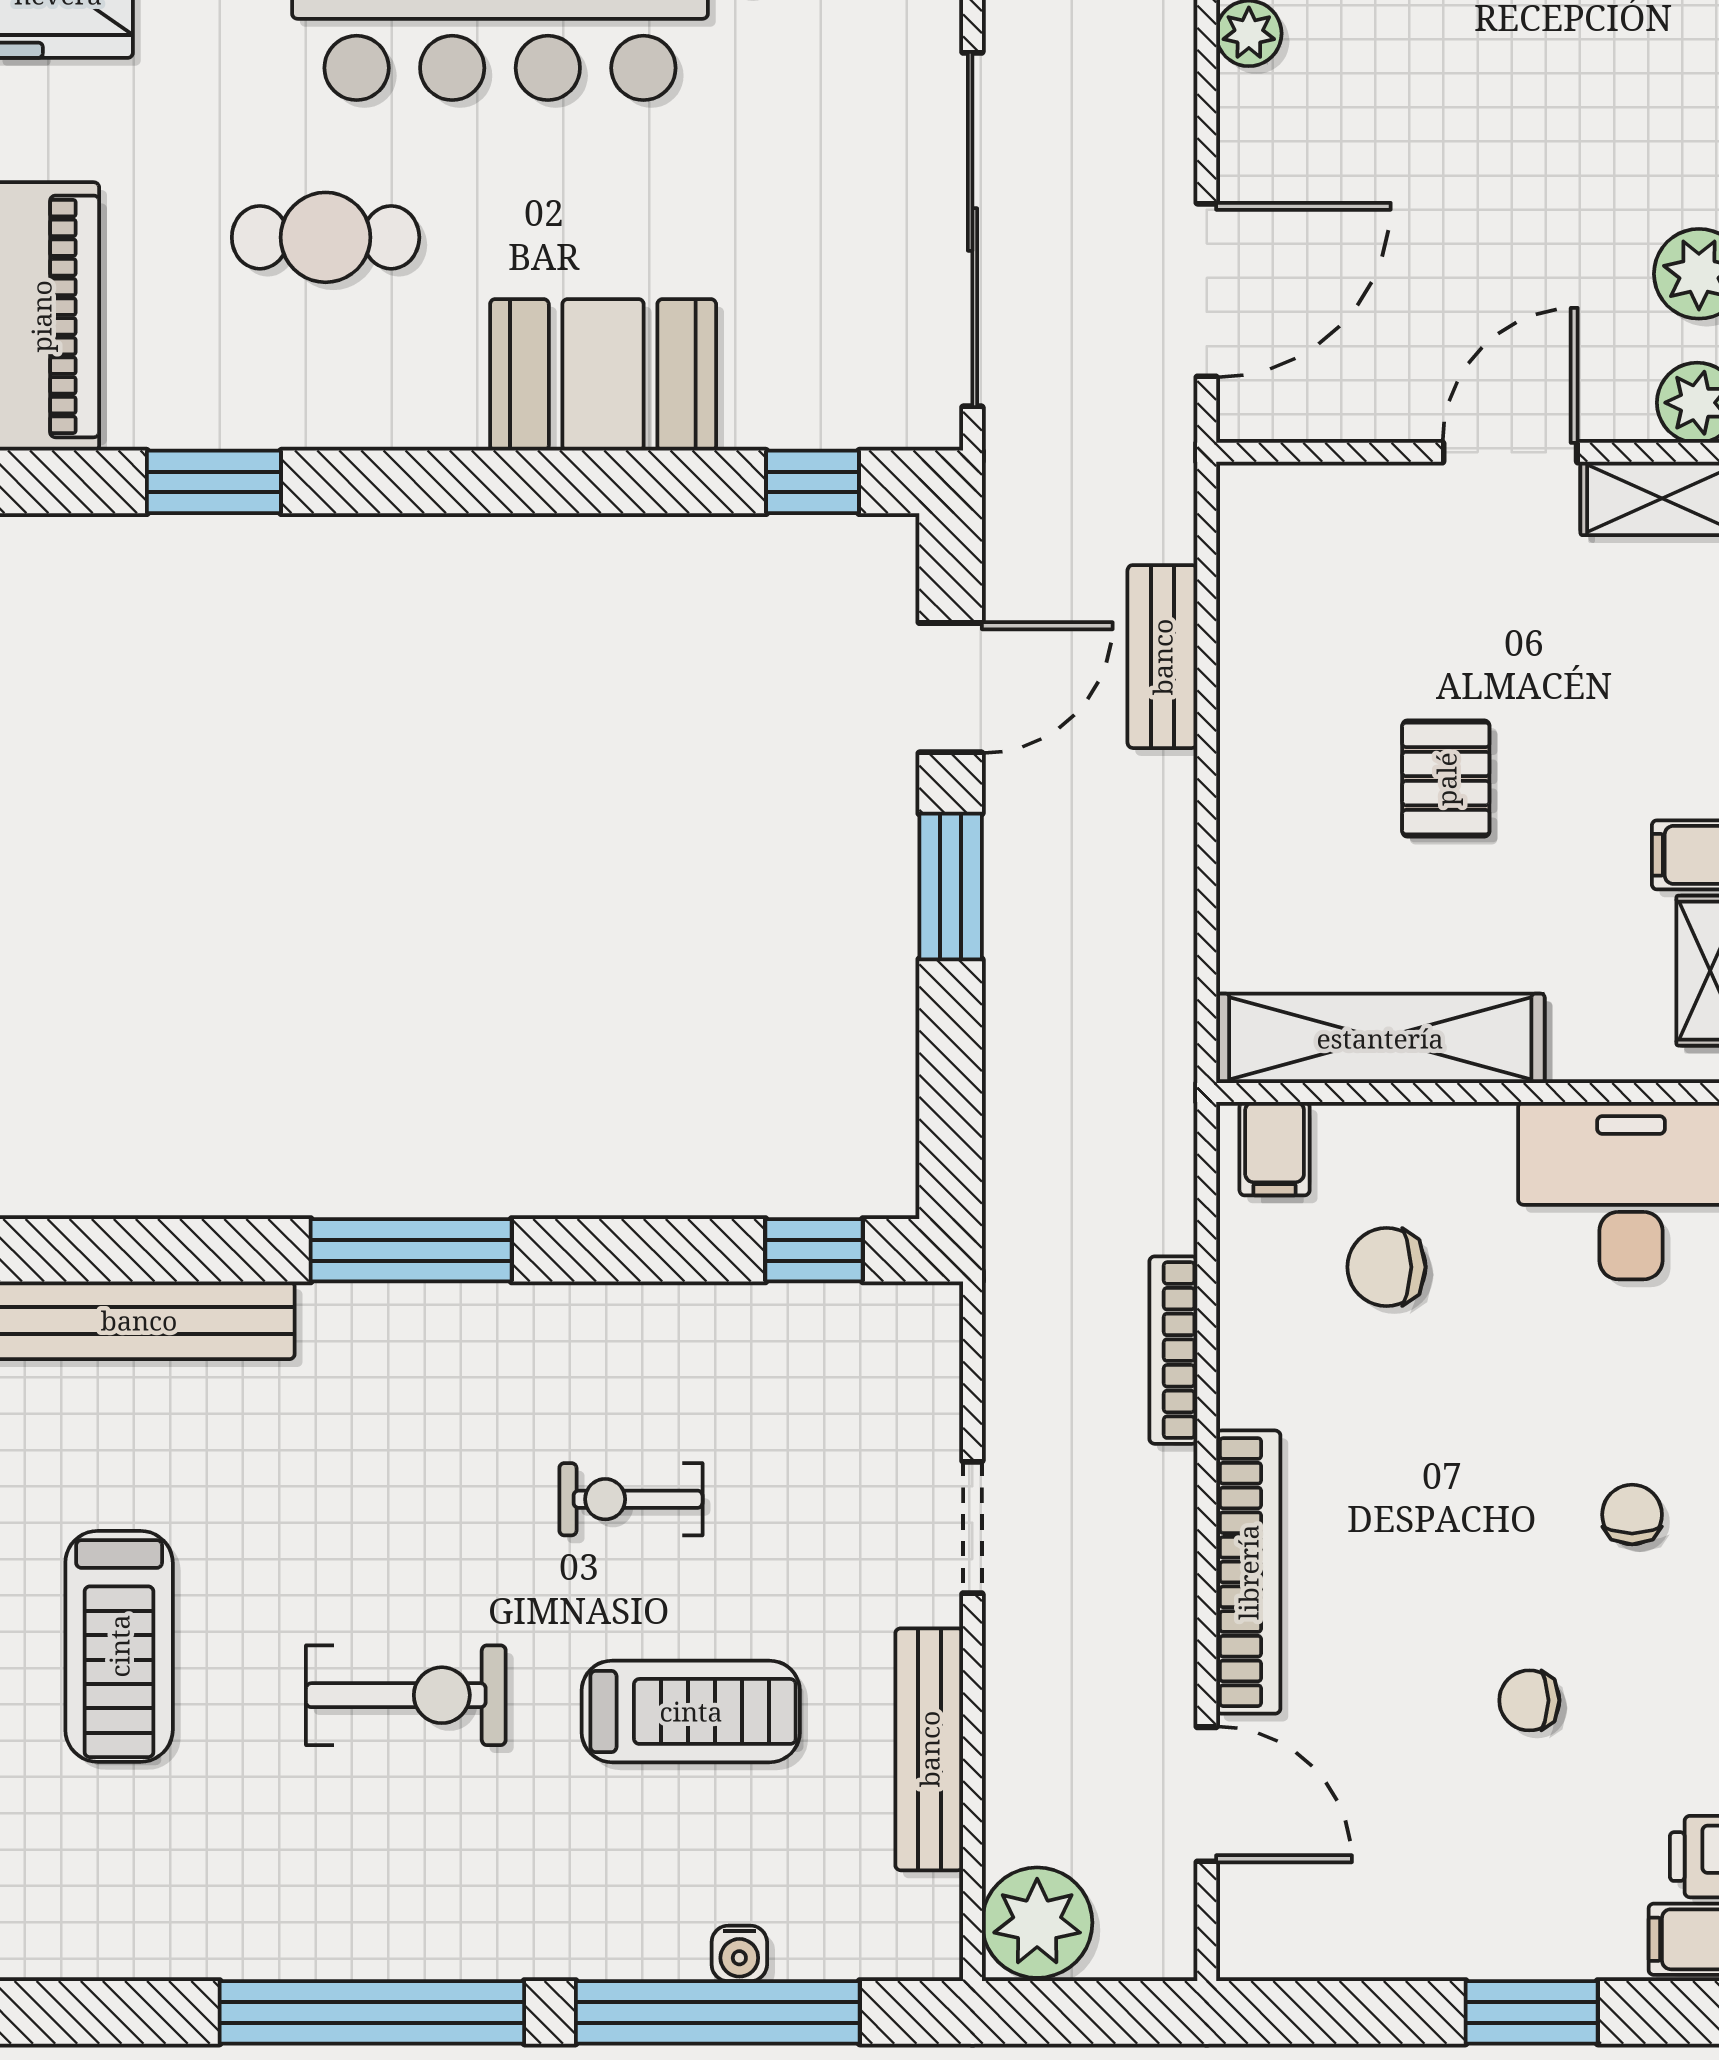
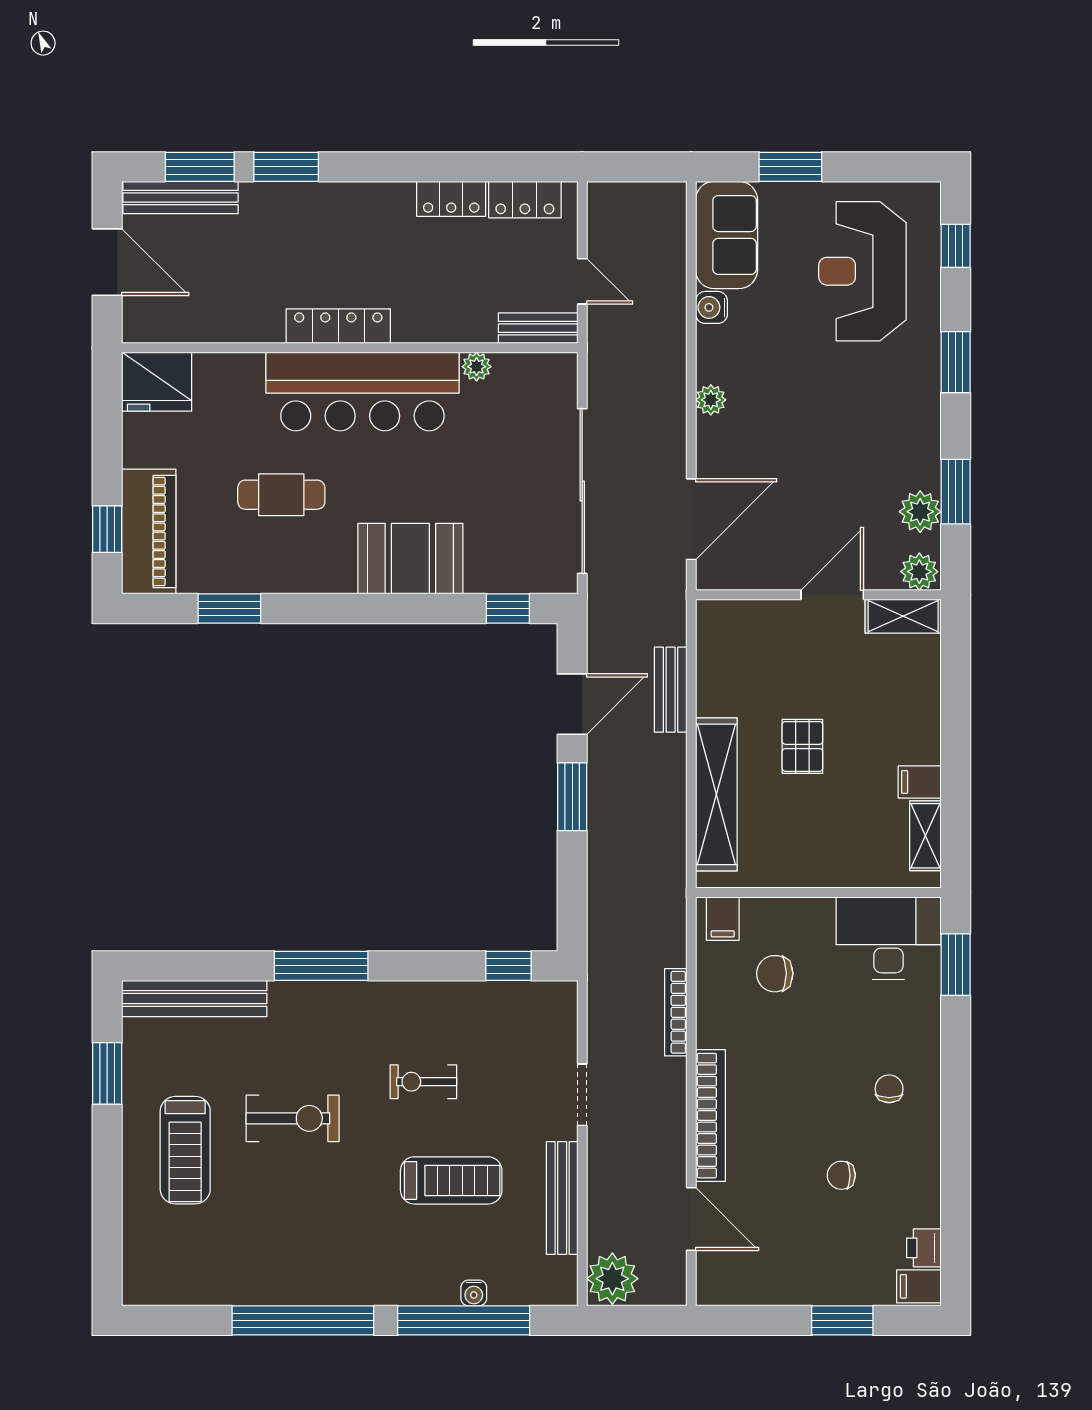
shelving: (1380, 1038) -> (716, 794), moved, turned 90
exercise bike: (406, 1695) -> (293, 1118), moved

